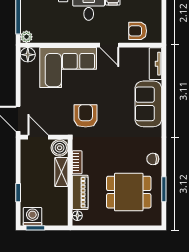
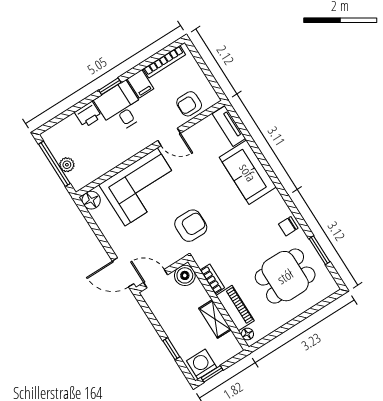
plant: (26, 37) -> (67, 165), moved
armchair: (86, 116) -> (191, 226), turned 90
shelving: (61, 172) -> (215, 319), moved

